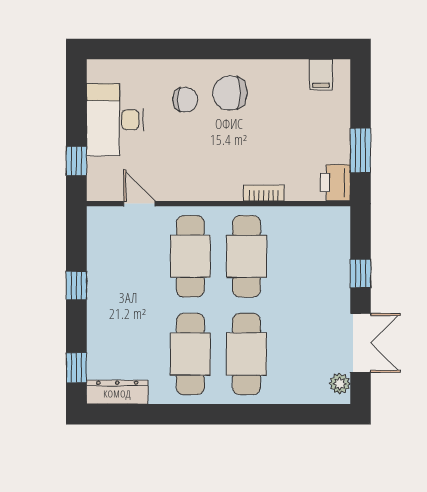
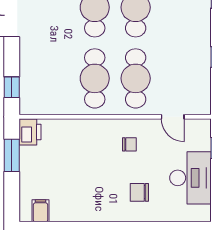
chair: (230, 93) -> (129, 144), moved, width x0.54, depth x0.54
bookcase: (264, 193) -> (82, 124), removed
window: (360, 273) -> (12, 87), moved

